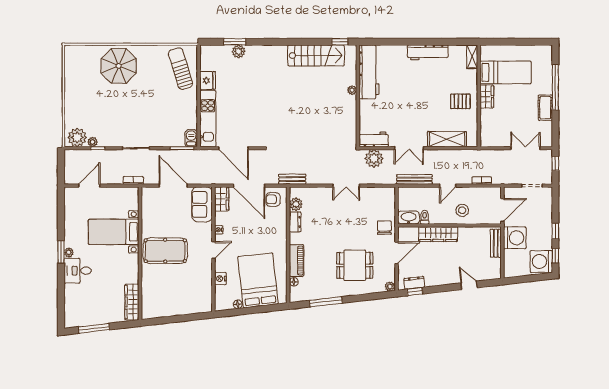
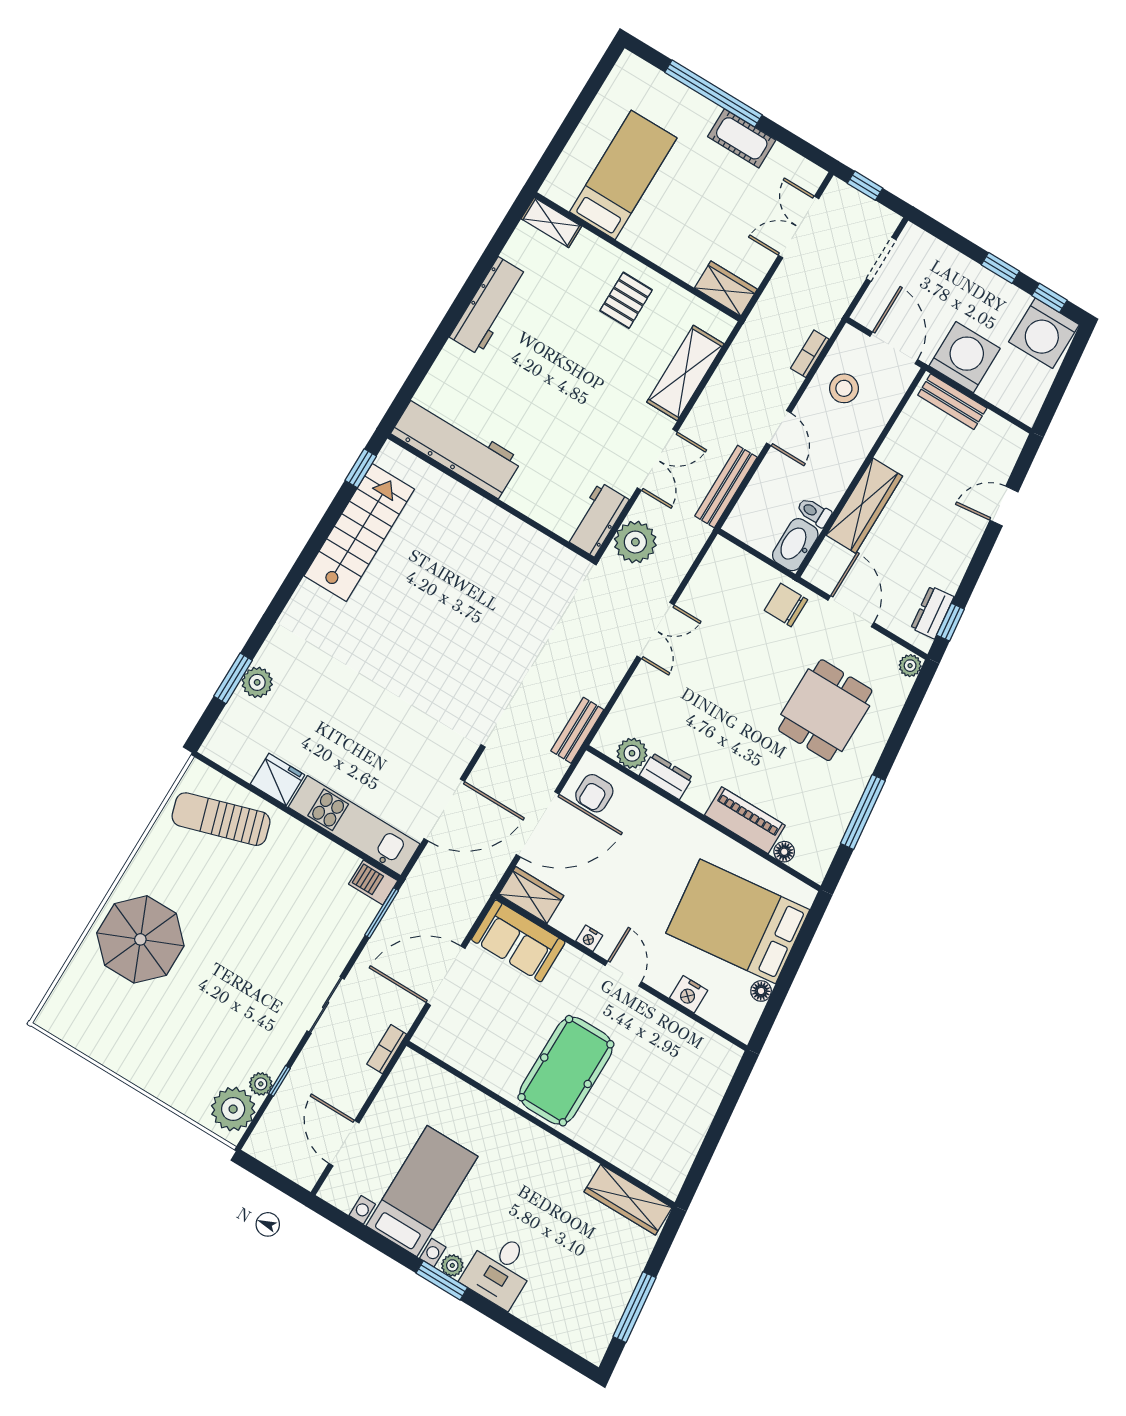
plant: (352, 90) -> (472, 503), removed
wardrobe: (487, 97) -> (726, 289), moved
stool: (462, 210) -> (844, 388), moved
bed with nightstands: (114, 232) -> (422, 1191), moved, turned 180

